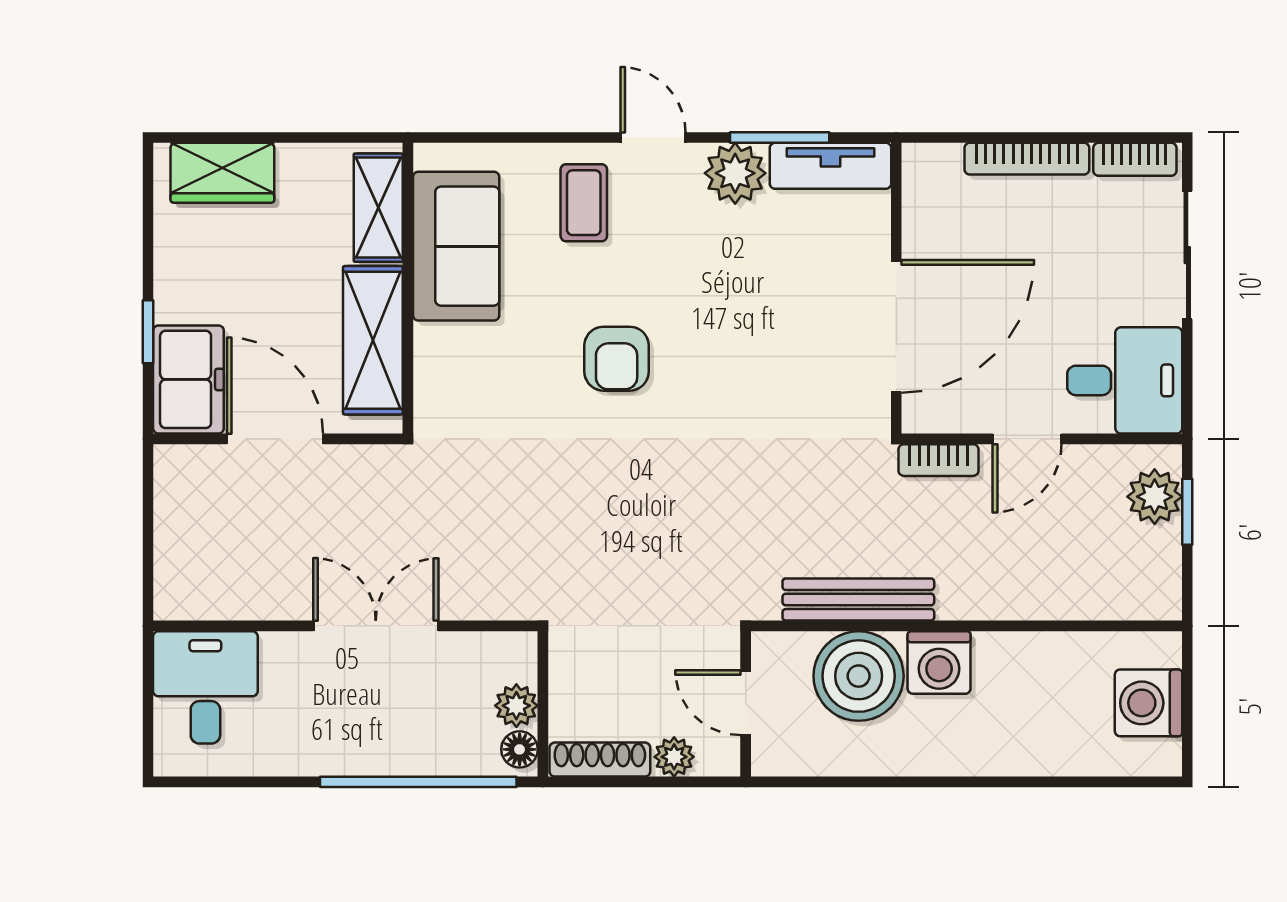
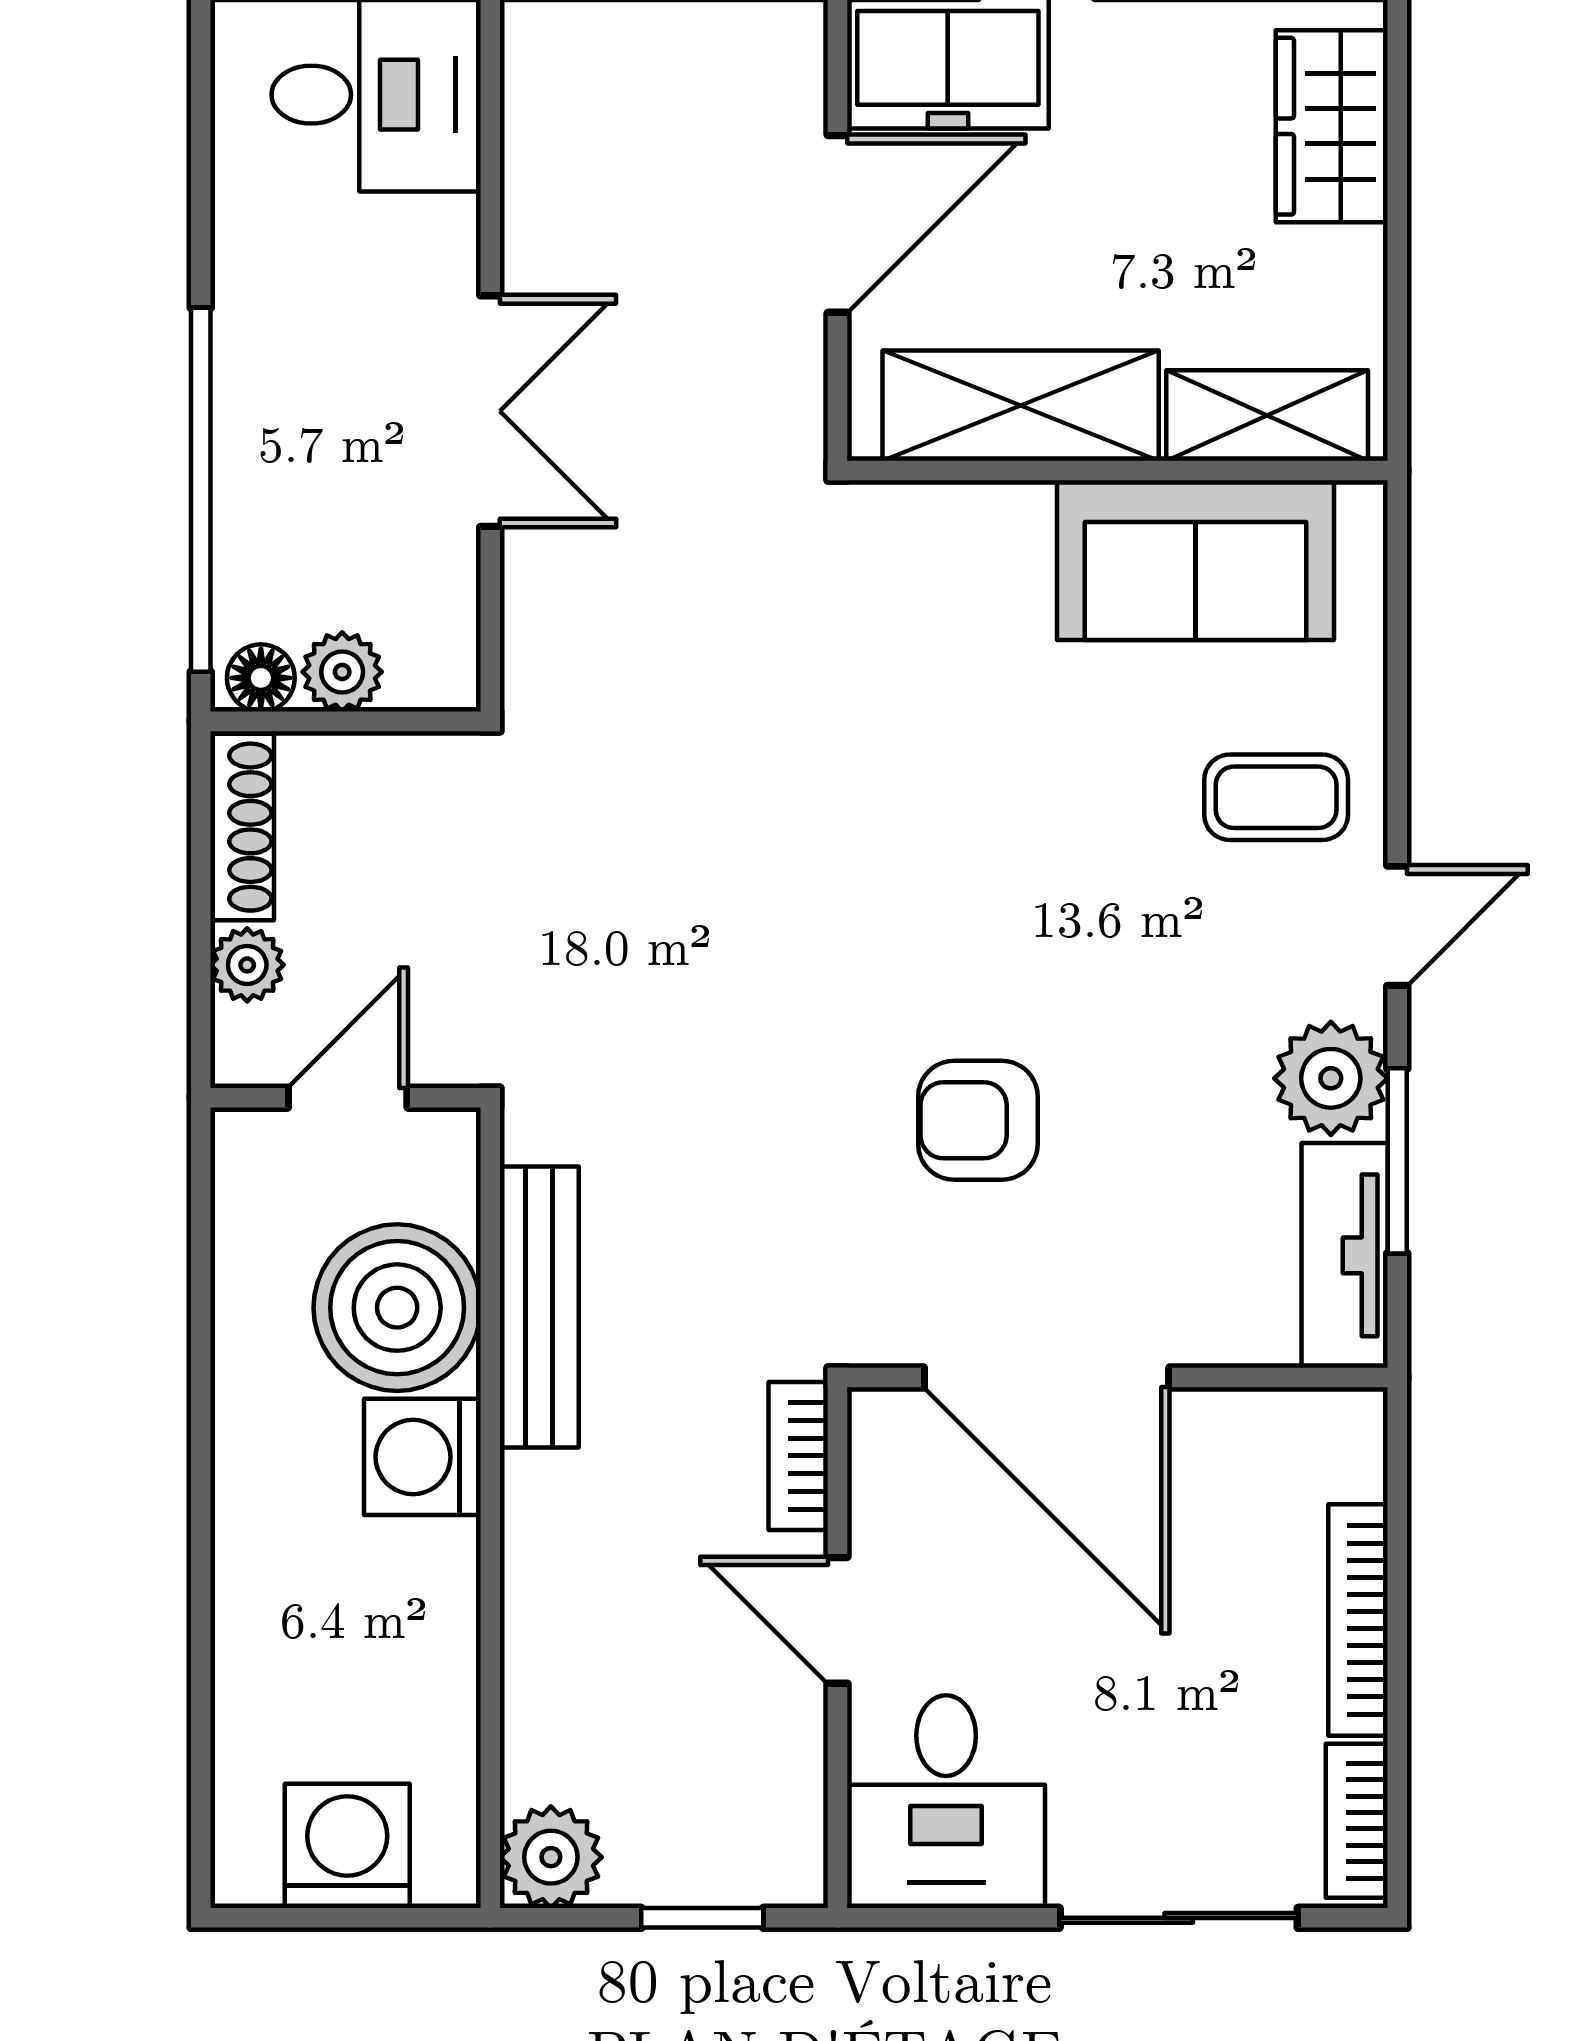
armchair: (617, 359) -> (978, 1120), moved
plant: (1155, 497) -> (551, 1857), moved

